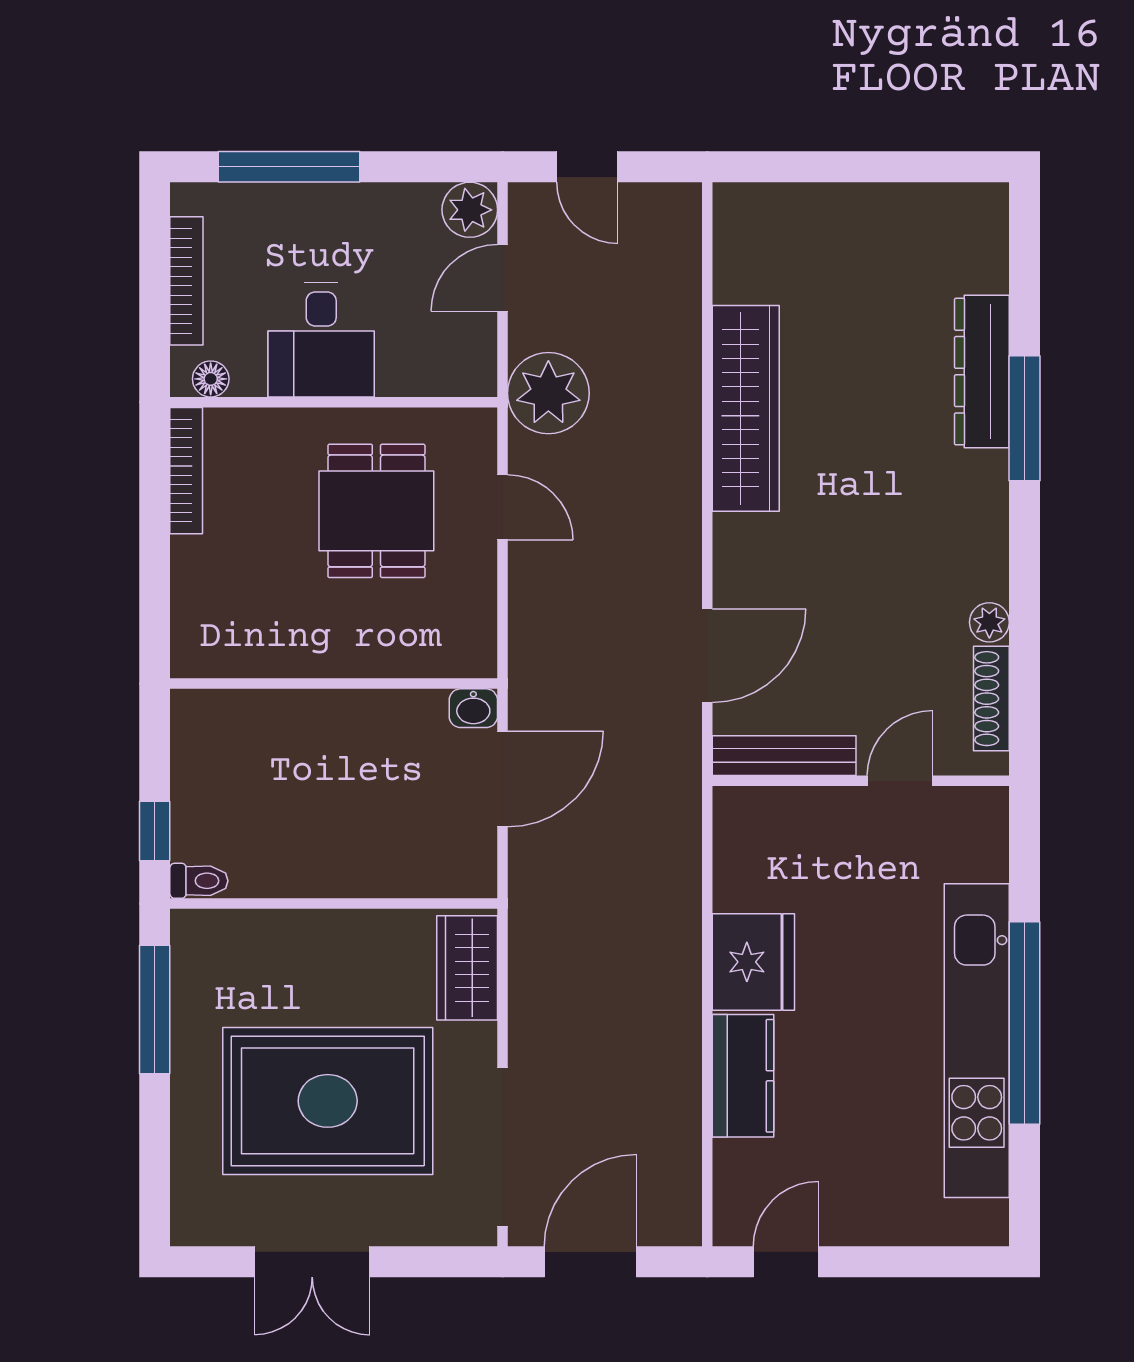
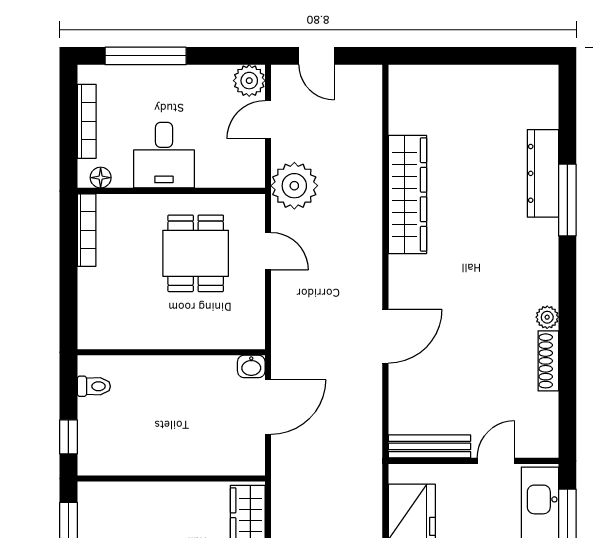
bench: (784, 756) -> (429, 446), moved
wall: (861, 781) -> (473, 461), moved
door: (900, 781) -> (496, 461), moved
toilet: (199, 881) -> (94, 386), moved

